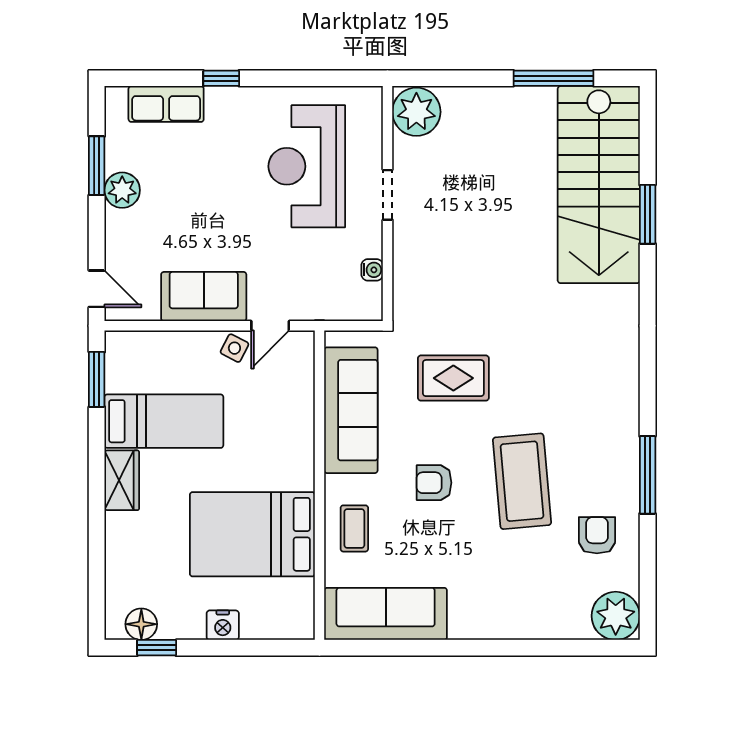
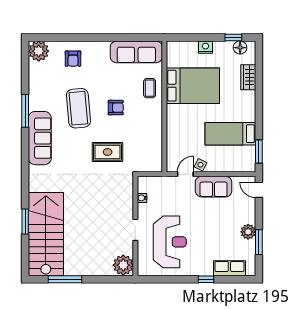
sofa: (351, 410) -> (40, 138), moved, turned 180
wardrobe: (122, 480) -> (248, 77), moved
armchair: (597, 535) -> (73, 59), moved

